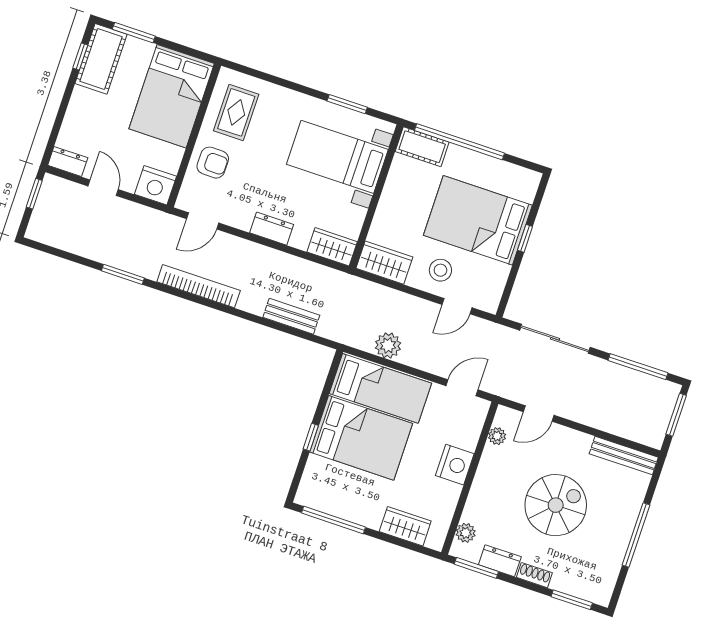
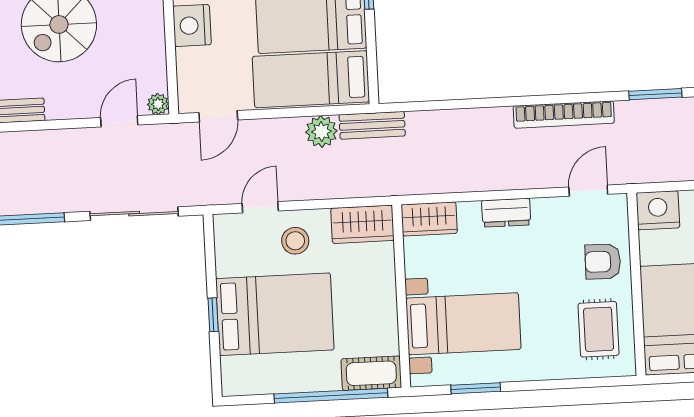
bench: (291, 316) -> (372, 125), moved
plant: (497, 436) -> (158, 104), moved

